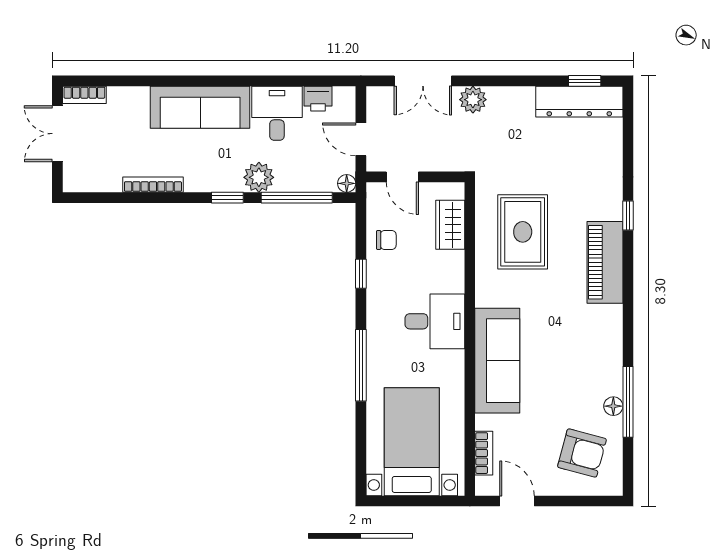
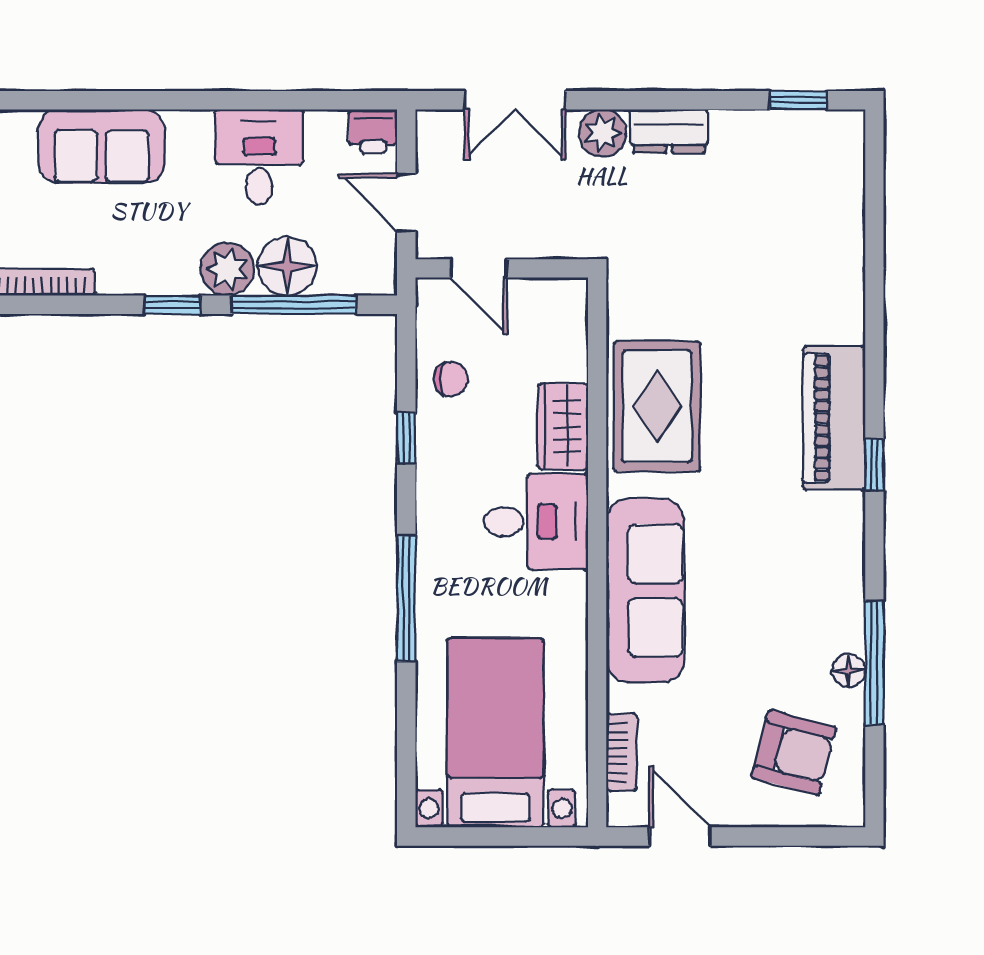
printer: (318, 99) -> (373, 131), moved
dresser: (579, 102) -> (669, 131), moved, width x0.51, depth x0.80
sofa: (200, 107) -> (101, 146), width x0.73
floor lamp: (347, 183) -> (287, 266), moved, width x1.89, depth x1.89
window: (628, 215) -> (874, 465), moved
wardrobe: (450, 225) -> (563, 427), moved
rug: (523, 232) -> (657, 406), moved

